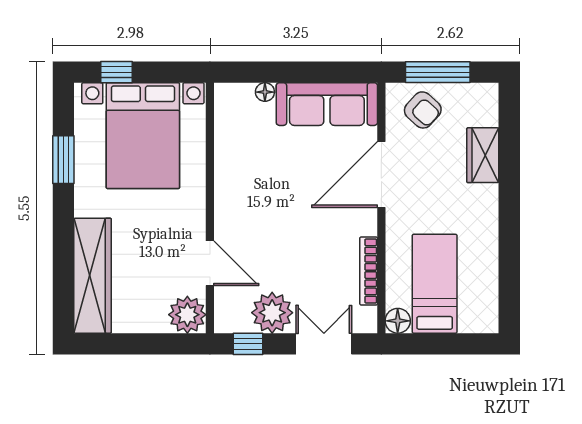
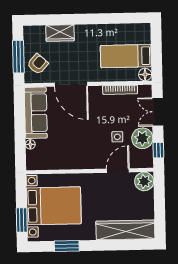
window: (116, 72) -> (22, 220), width x1.50
side table: (276, 264) -> (117, 137), added

